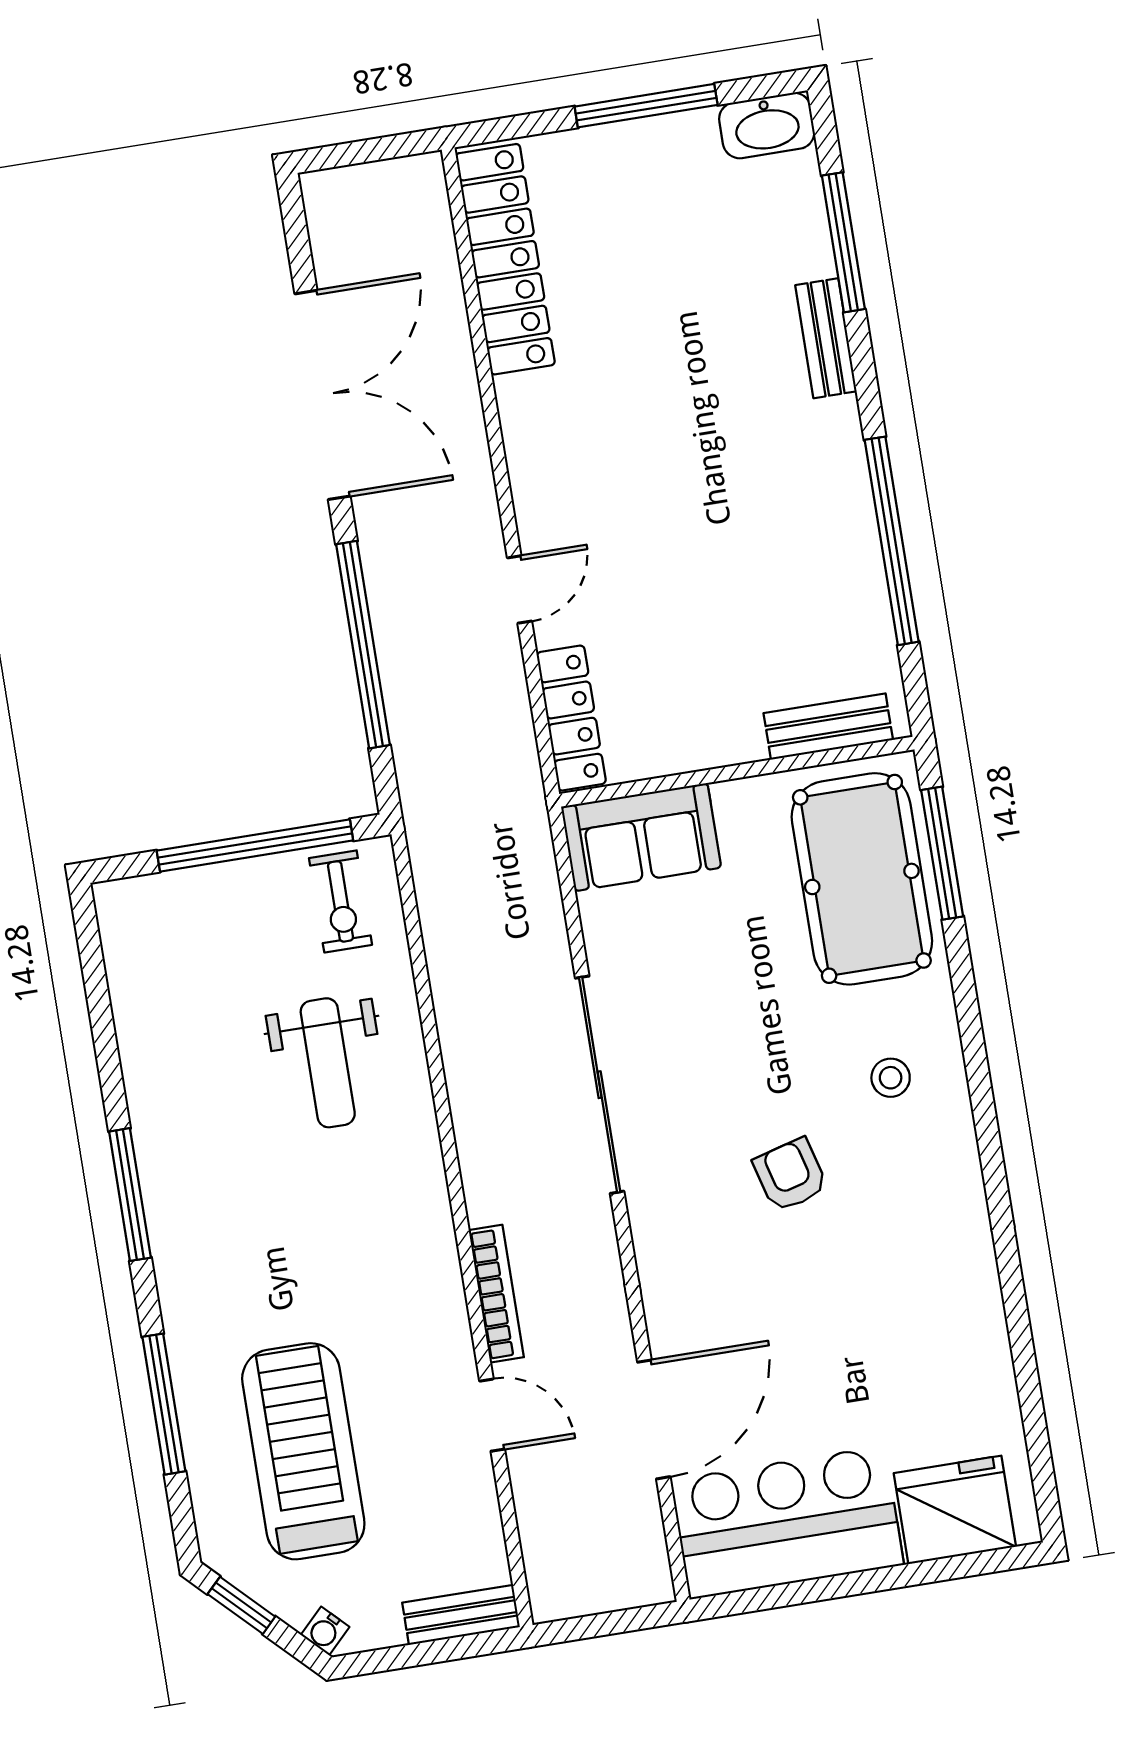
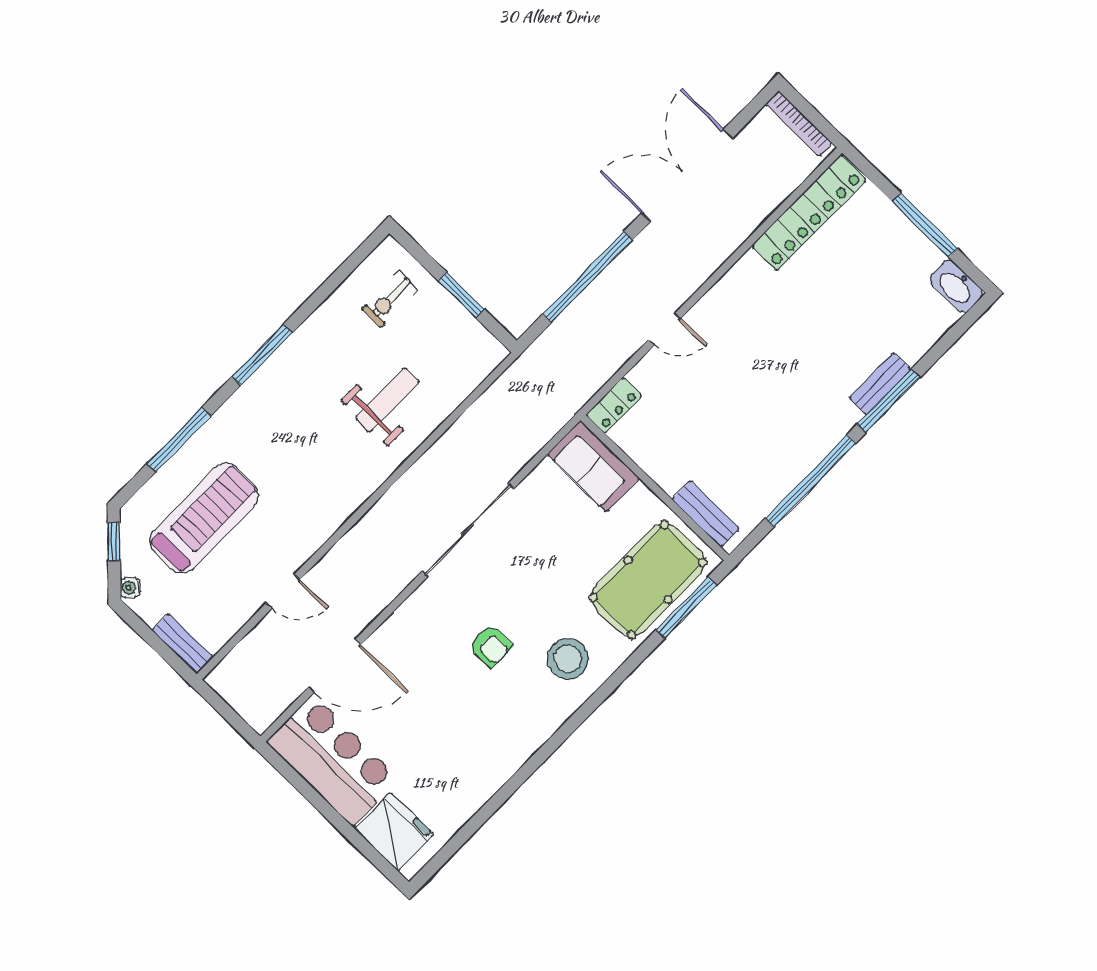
window: (843, 242) -> (889, 401), moved
double door: (323, 395) -> (687, 176), swing flipped
locker: (571, 718) -> (614, 405), width x0.66
window: (255, 845) -> (461, 295), width x0.47
exercise bike: (341, 901) -> (390, 299), moved
weight bench: (328, 1063) -> (387, 400), turned 180
stool: (891, 1078) -> (568, 659), width x1.89, depth x1.89
armchair: (790, 1175) -> (491, 646), turned 105
bookcase: (496, 1294) -> (799, 124), moved, turned 90
door: (492, 1415) -> (283, 591), hinge flipped

